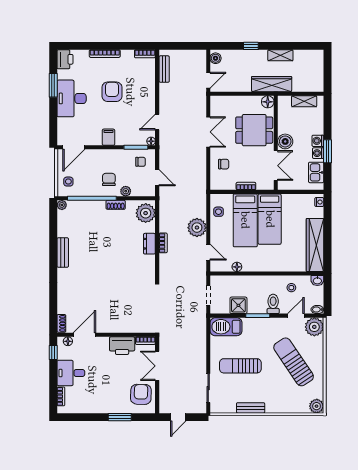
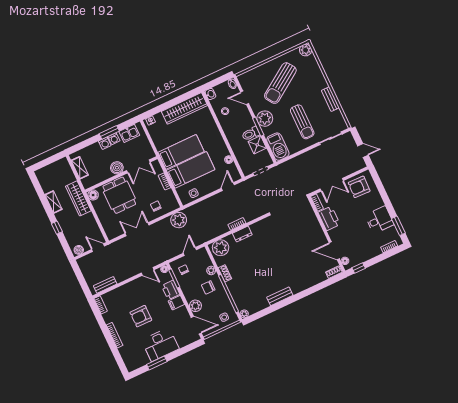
printer: (65, 59) -> (171, 290), moved, turned -90
plant: (95, 156) -> (195, 306), added
double door: (276, 166) -> (138, 166), swing flipped
plant: (197, 228) -> (179, 220), moved
toilet: (273, 304) -> (251, 134), moved
plant: (314, 327) -> (265, 119), moved
desk: (71, 373) -> (379, 220), moved, turned -90
window: (120, 417) -> (398, 226), moved

